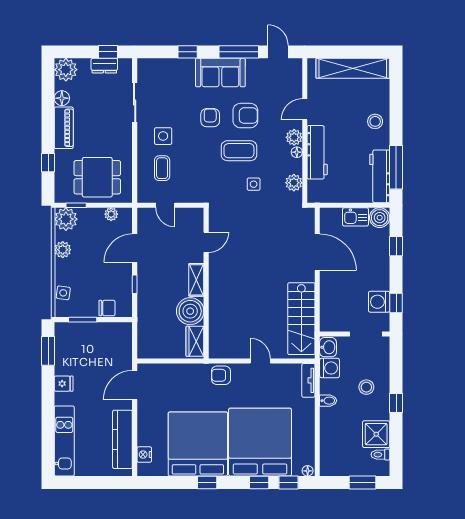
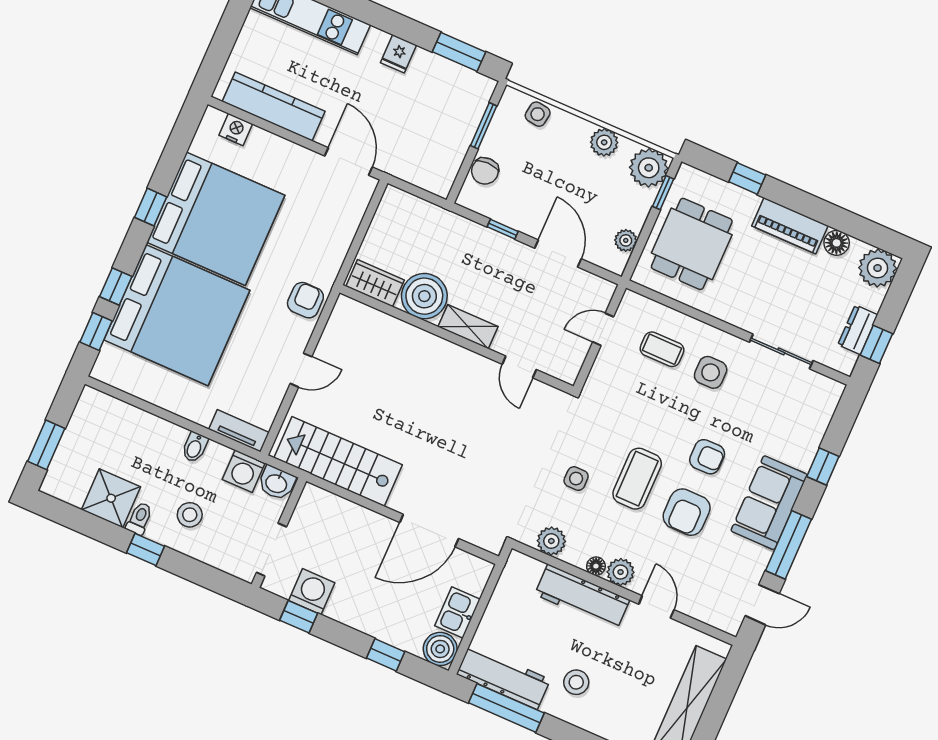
stool: (375, 121) -> (576, 682), moved
toilet: (380, 455) -> (139, 518), moved
floor lamp: (308, 471) -> (101, 369), removed

